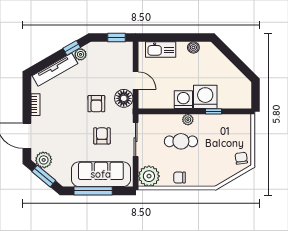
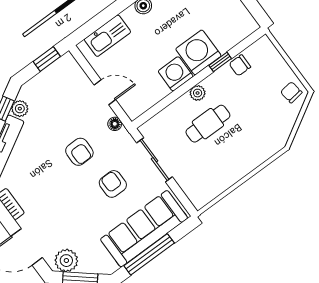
floor lamp: (124, 98) -> (115, 124), width x0.53, depth x0.53
plant: (149, 176) -> (201, 190), removed
chair: (180, 178) -> (240, 65), moved

